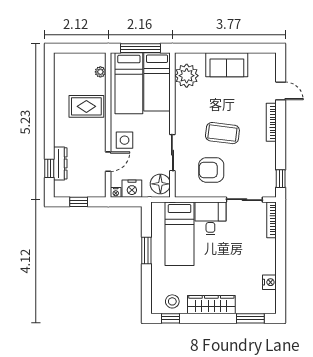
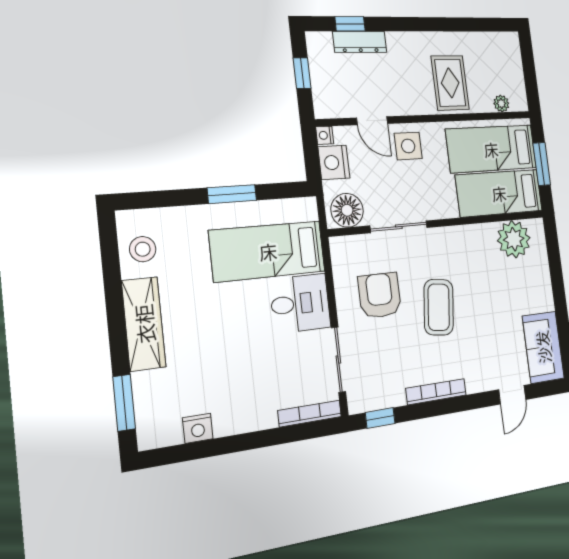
window: (141, 48) -> (542, 164), width x0.69
sofa: (227, 65) -> (543, 347), moved
bookcase: (271, 122) -> (436, 392), moved
window: (171, 318) -> (109, 249), removed

